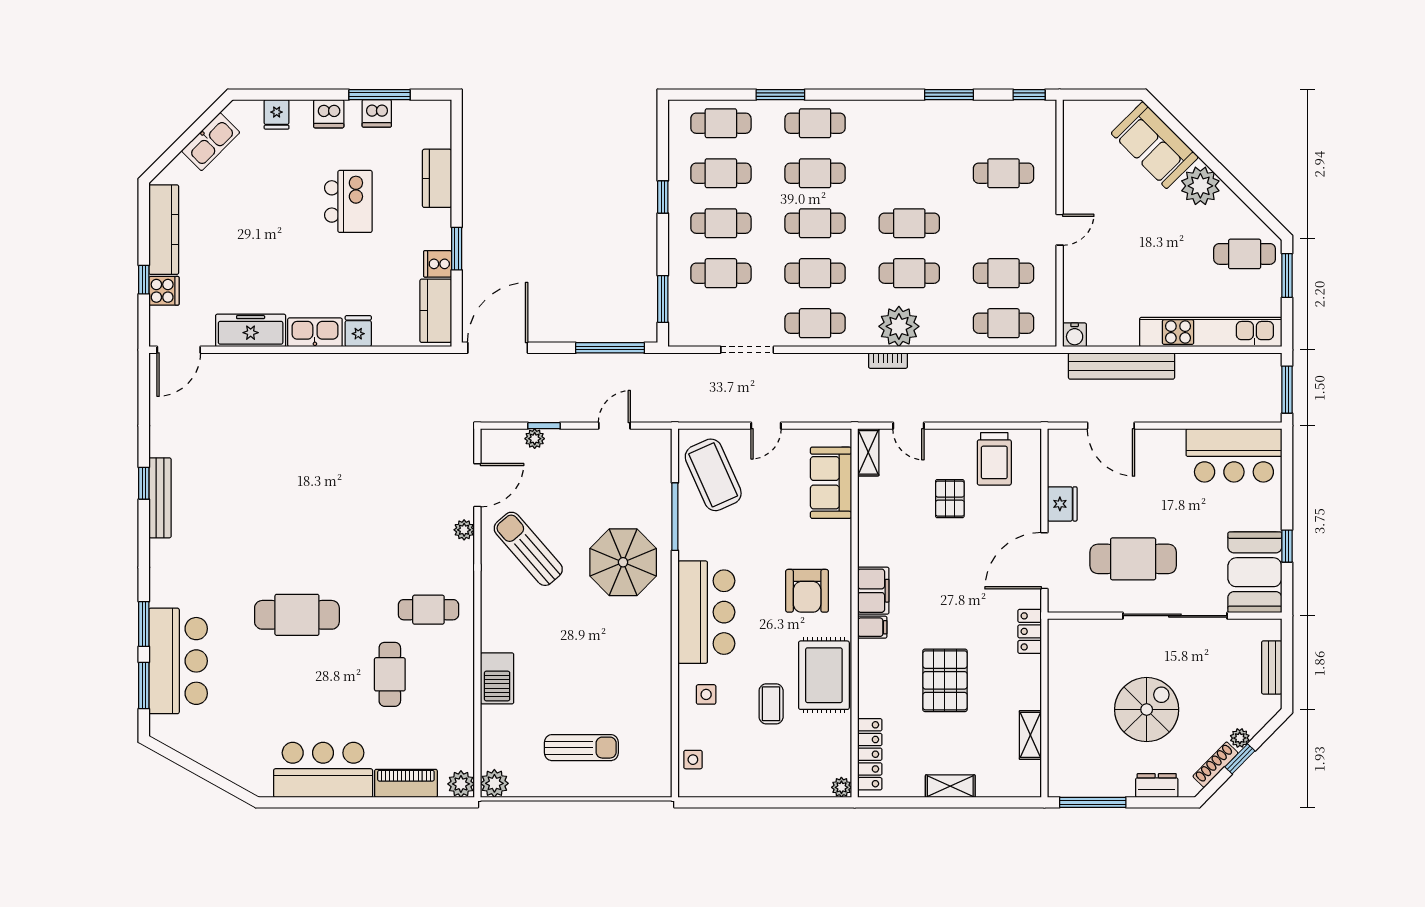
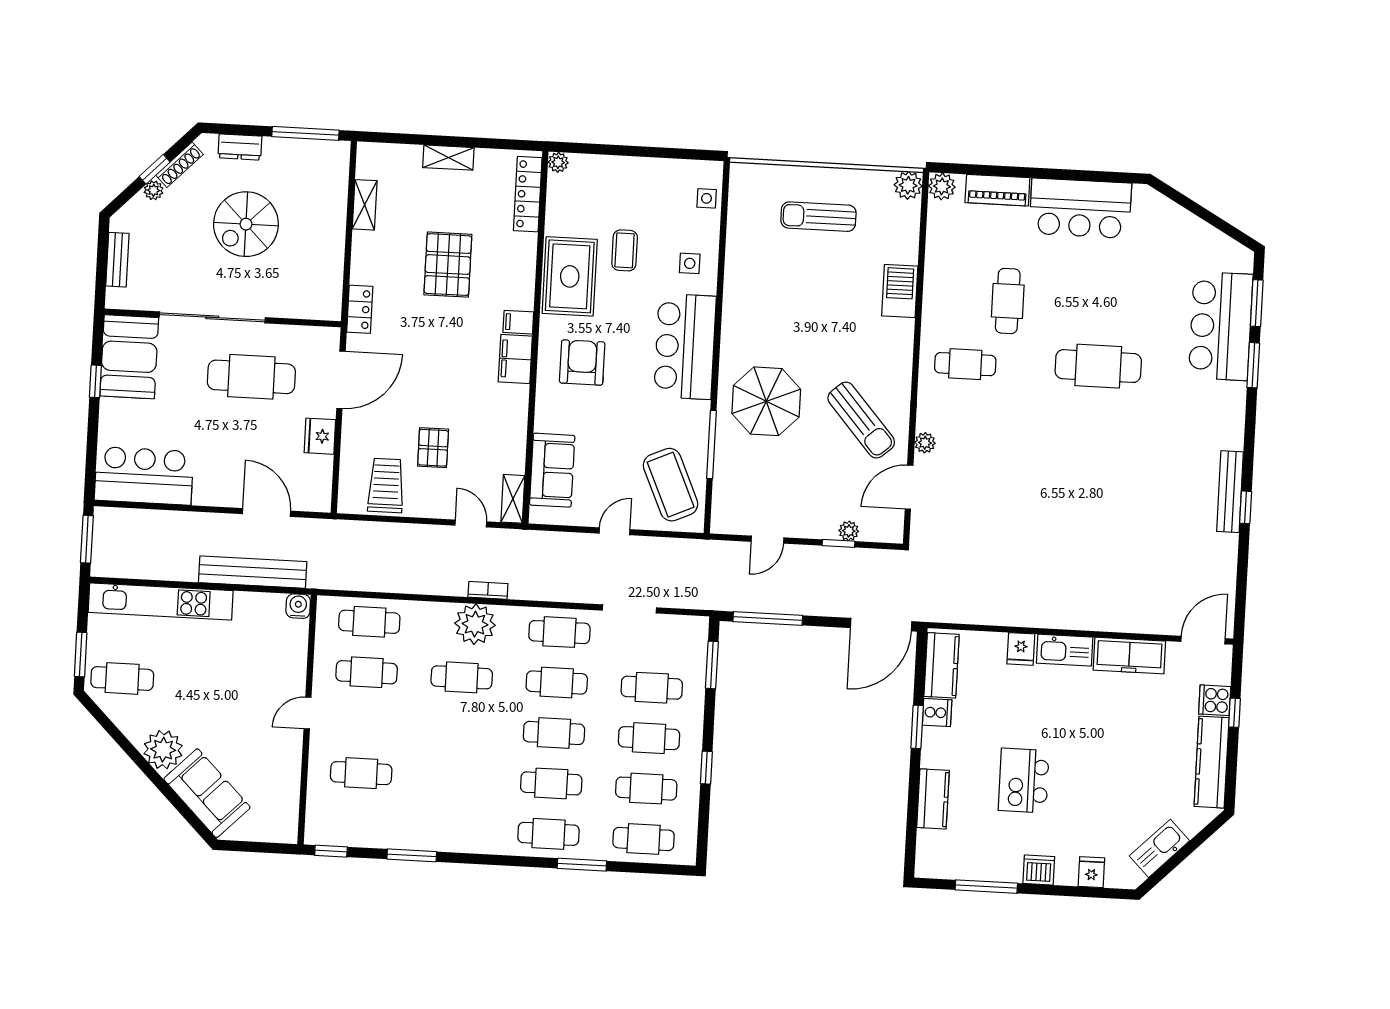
dishwasher: (377, 113) -> (990, 868), removed
cafe table: (909, 223) -> (459, 728), removed

